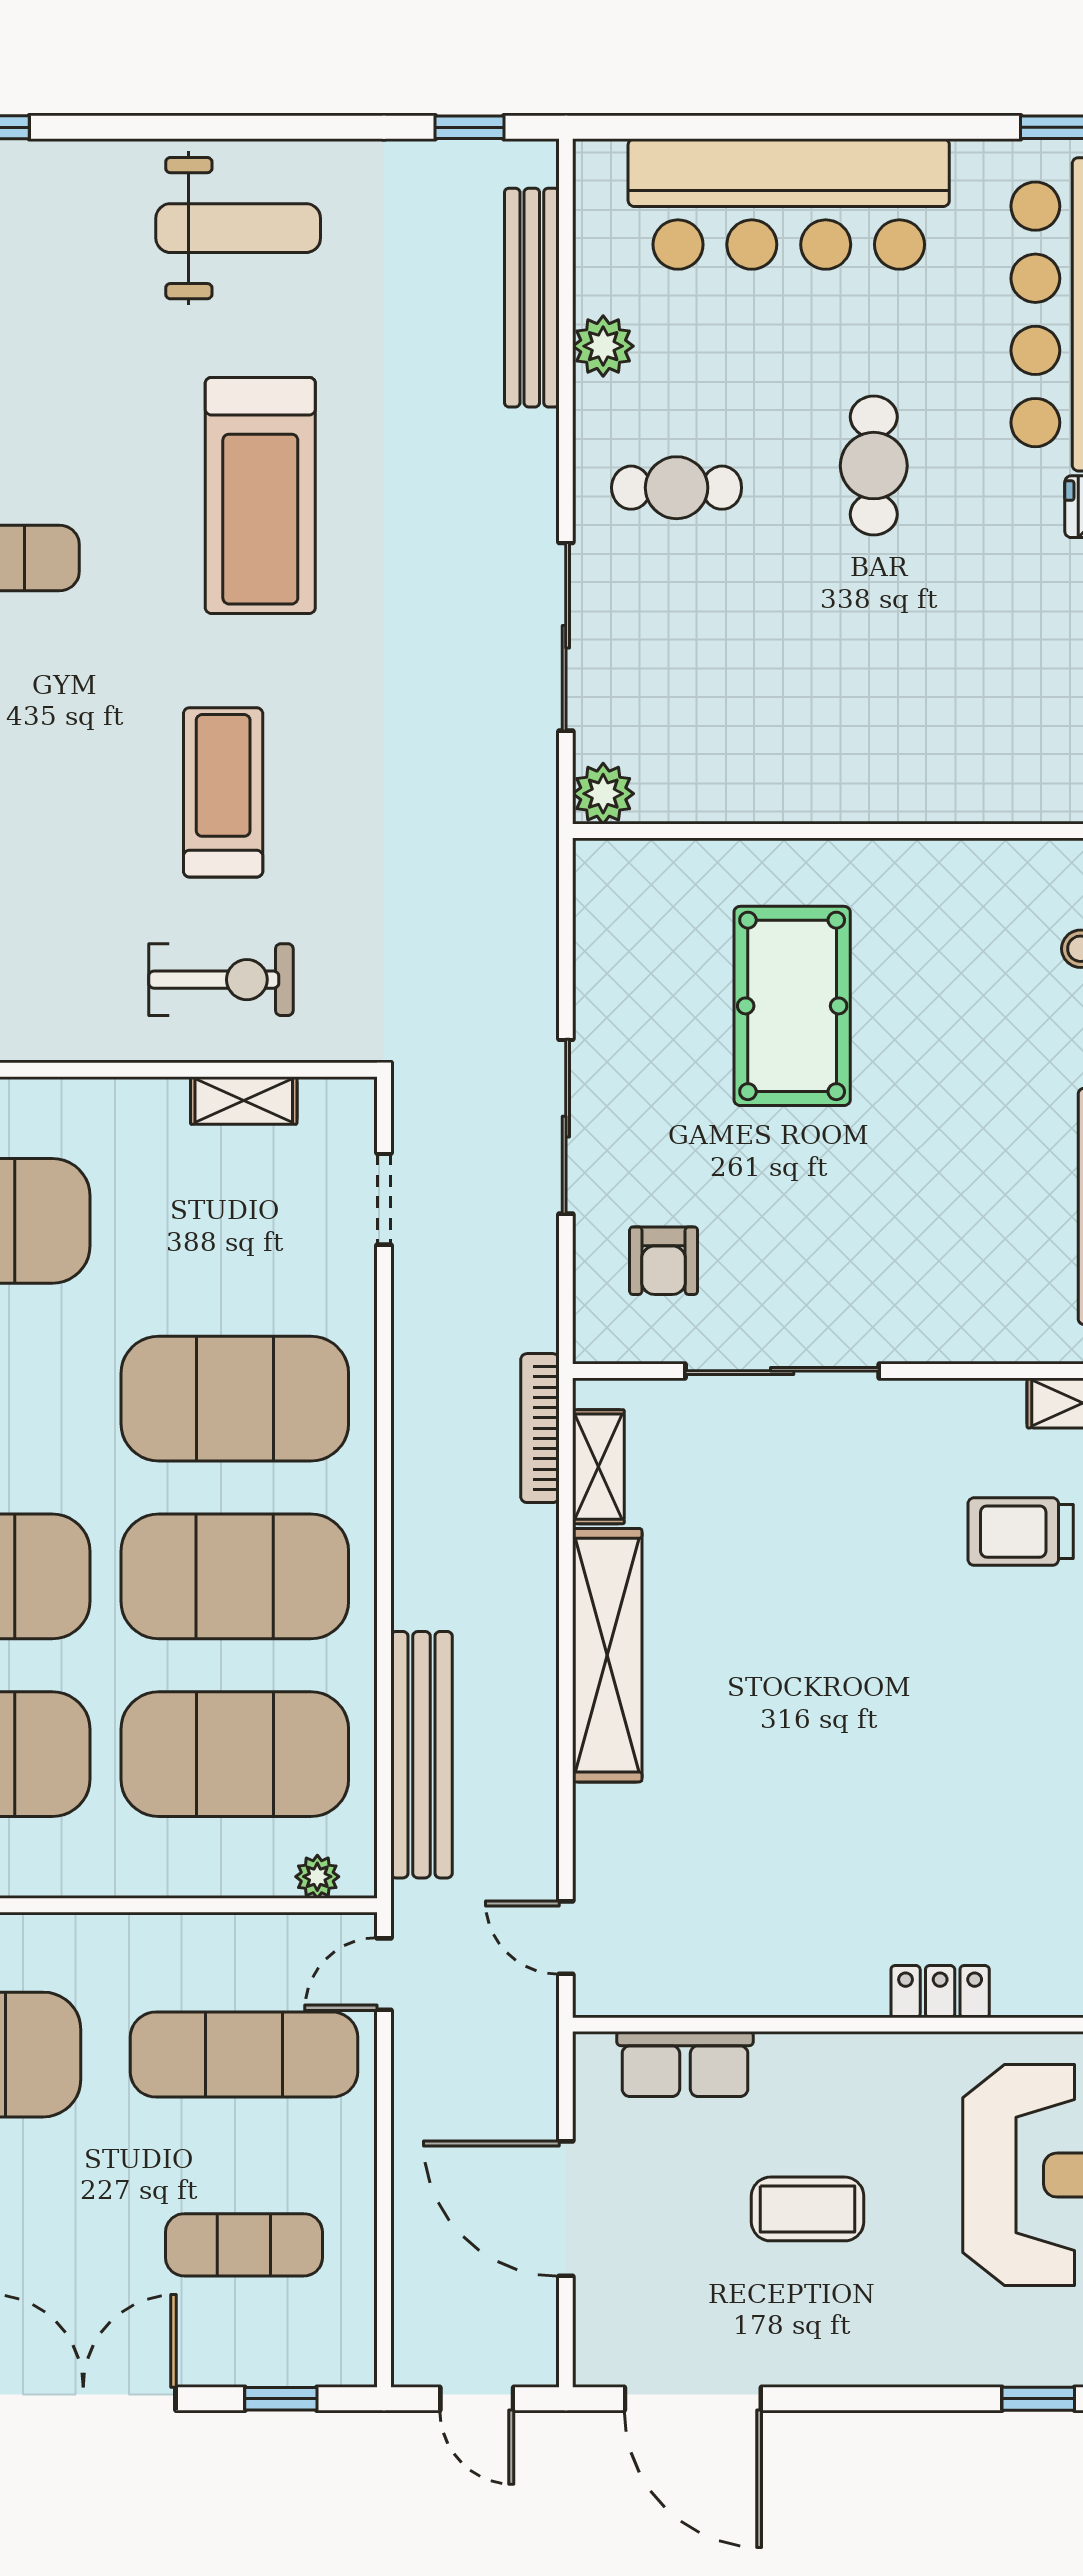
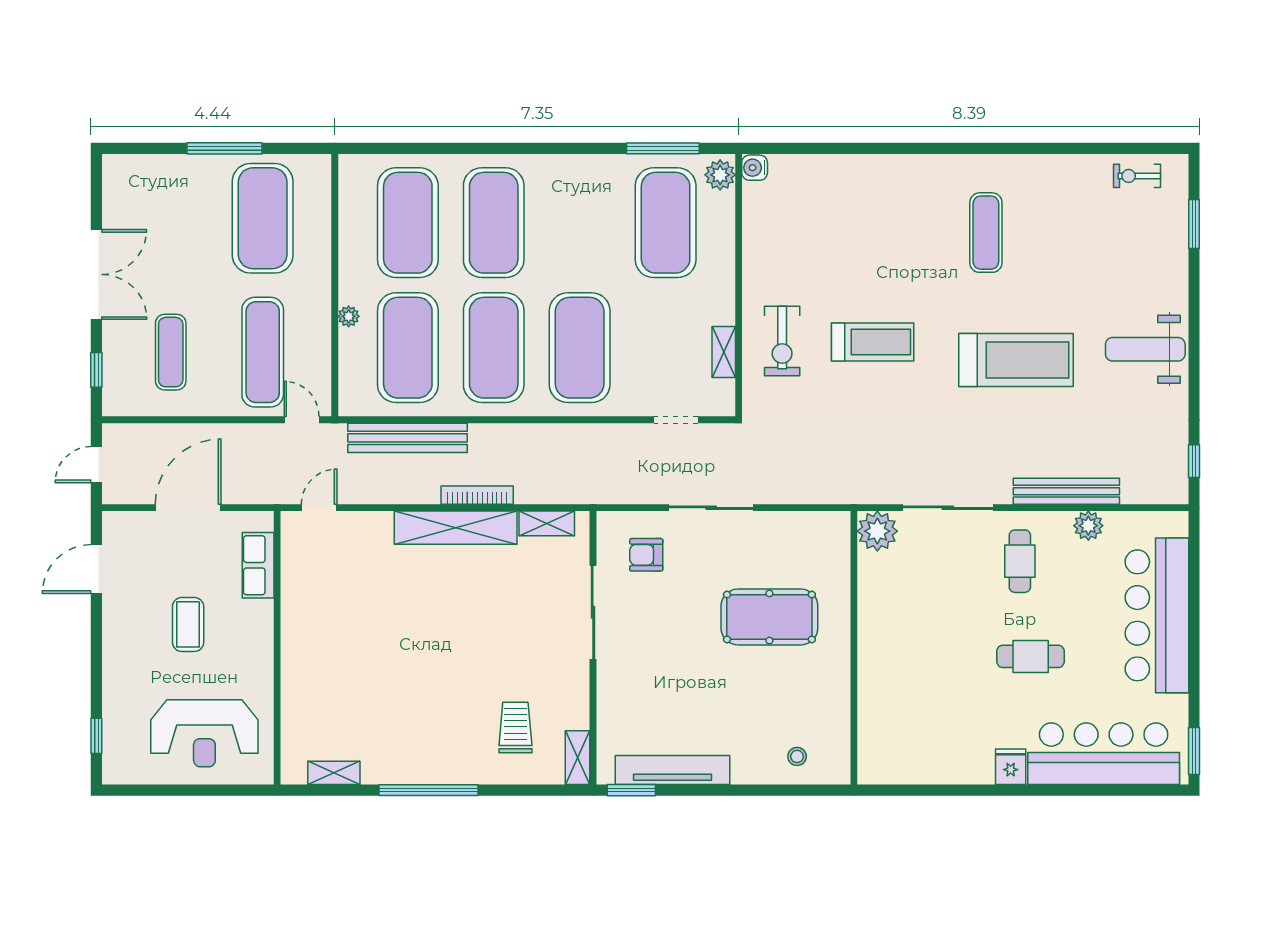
weight bench: (238, 228) -> (1145, 349), turned 90
bench: (532, 298) -> (1066, 491), moved
treadmill: (260, 495) -> (1016, 360), turned 180
plant: (603, 794) -> (877, 531), width x1.36, depth x1.36
bookcase: (540, 1428) -> (477, 495), moved
plant: (317, 1877) -> (349, 316), moved
locker: (940, 1992) -> (293, 688), removed
door: (693, 2399) -> (96, 569), width x0.73

